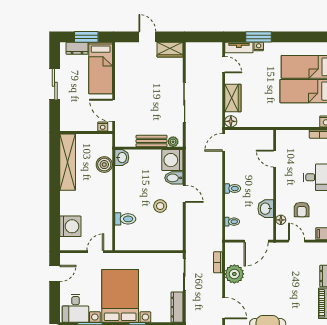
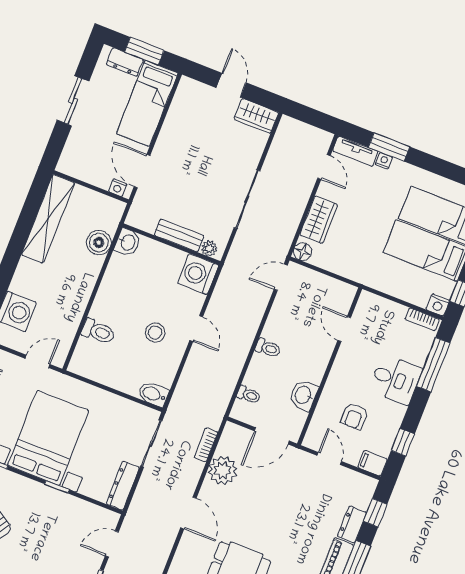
bidet: (174, 178) -> (153, 394), moved
floor lamp: (281, 220) -> (319, 419), removed

